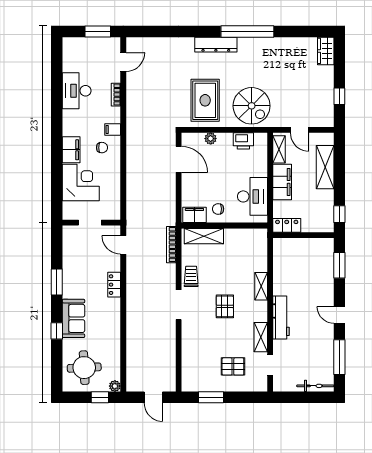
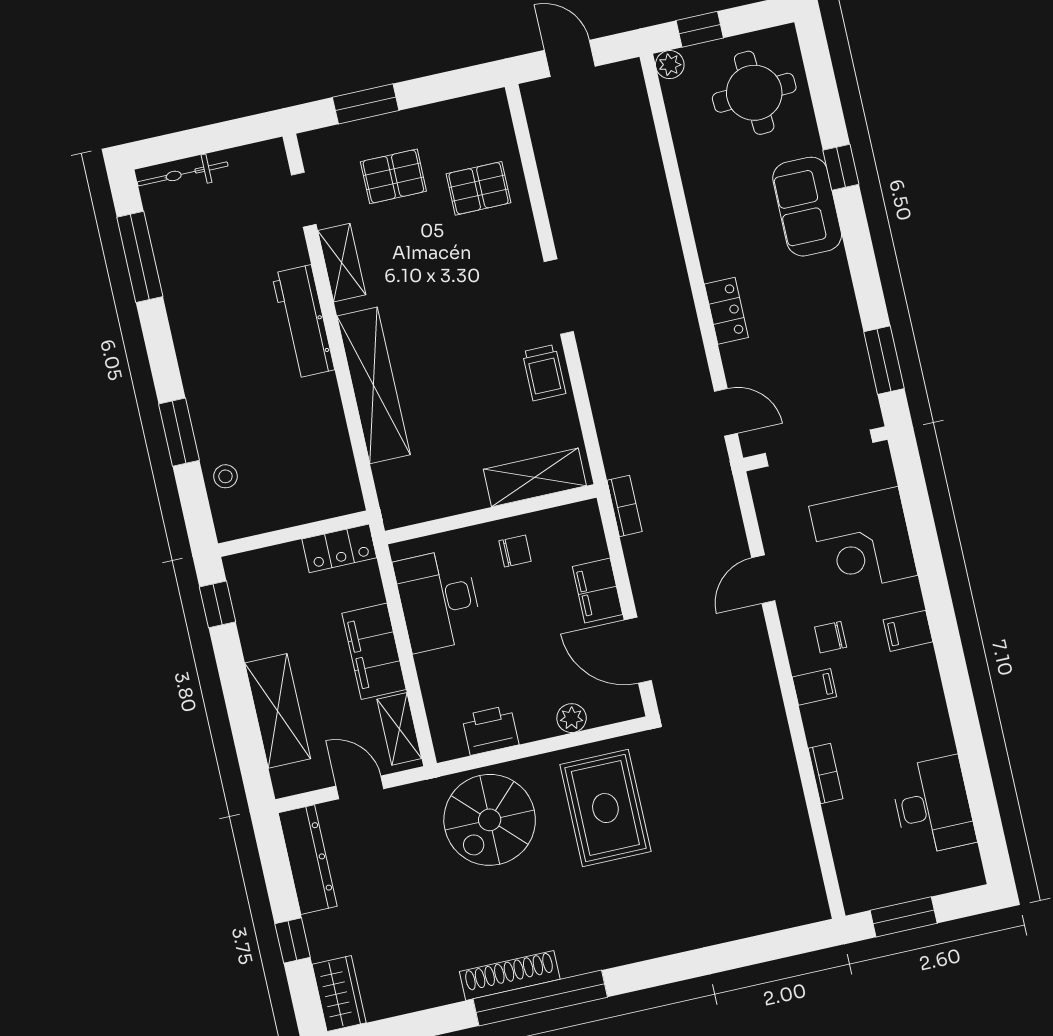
shoe rack: (257, 43) -> (510, 975), added
dresser: (216, 45) -> (308, 860), moved, turned 90
door: (123, 62) -> (763, 579), moved
desk: (77, 91) -> (933, 806), moved
window: (339, 96) -> (293, 940), moved
spiral stairs: (252, 106) -> (490, 820), turned -90
filing cabinet: (71, 150) -> (908, 631), width x0.50
filing cabinet: (194, 215) -> (598, 590), moved, turned 90
doorway: (90, 223) -> (819, 448), width x1.87
bookcase: (171, 245) -> (624, 506), moved, width x0.64
stool: (325, 264) -> (225, 476), added
window: (339, 265) -> (179, 432), moved
window: (57, 282) -> (884, 360), moved
shelving: (261, 286) -> (374, 385), width x2.20, depth x1.33
pallet: (225, 306) -> (479, 188), moved, turned 90
door: (339, 315) -> (163, 359), removed
window: (211, 397) -> (366, 104), moved

